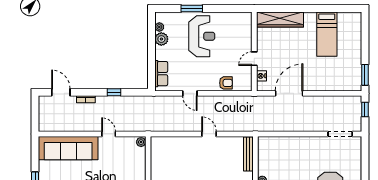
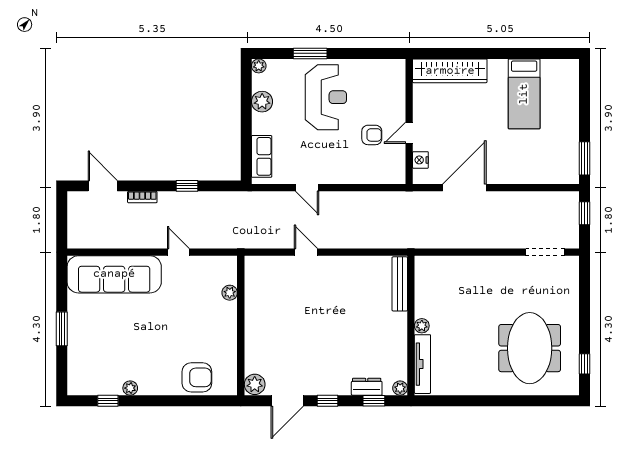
plant: (159, 27) -> (259, 66), moved
armchair: (226, 83) -> (372, 135), moved
door: (209, 134) -> (306, 252), moved
plant: (141, 142) -> (230, 293), moved

